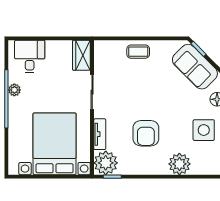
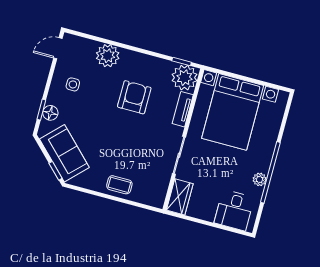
side table: (204, 130) -> (73, 84), width x0.54, depth x0.54

